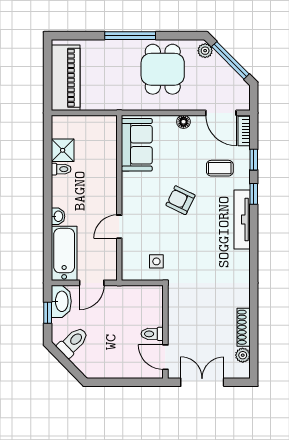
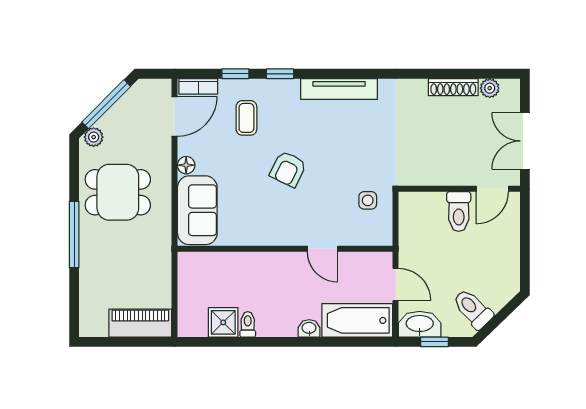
piano: (66, 78) -> (140, 323), width x0.73, depth x0.75
sofa: (137, 145) -> (197, 210), moved, turned 90
tv unit: (242, 219) -> (339, 89), moved
toilet: (152, 334) -> (459, 211), width x1.37, depth x1.39

